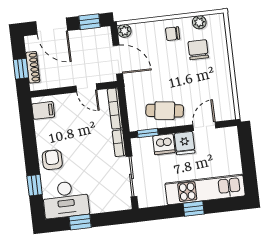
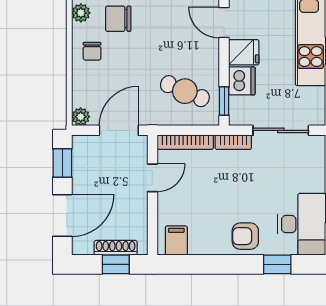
cafe table: (165, 111) -> (185, 91), moved, turned -75

